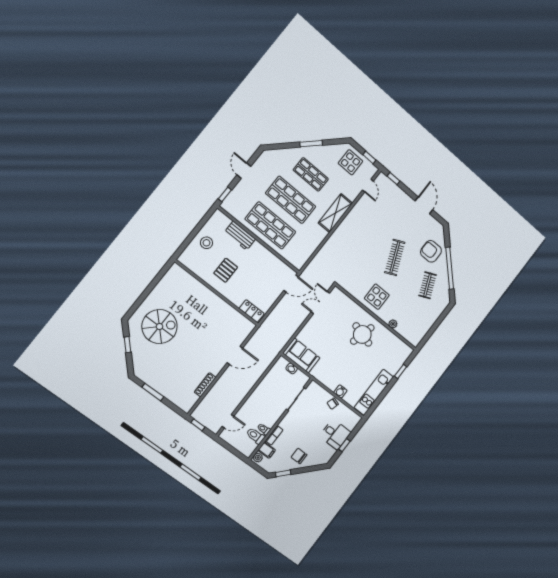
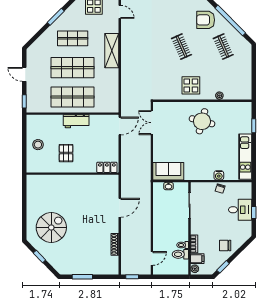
workbench: (240, 236) -> (76, 121), moved
clothes rail: (395, 257) -> (181, 47), width x0.73

